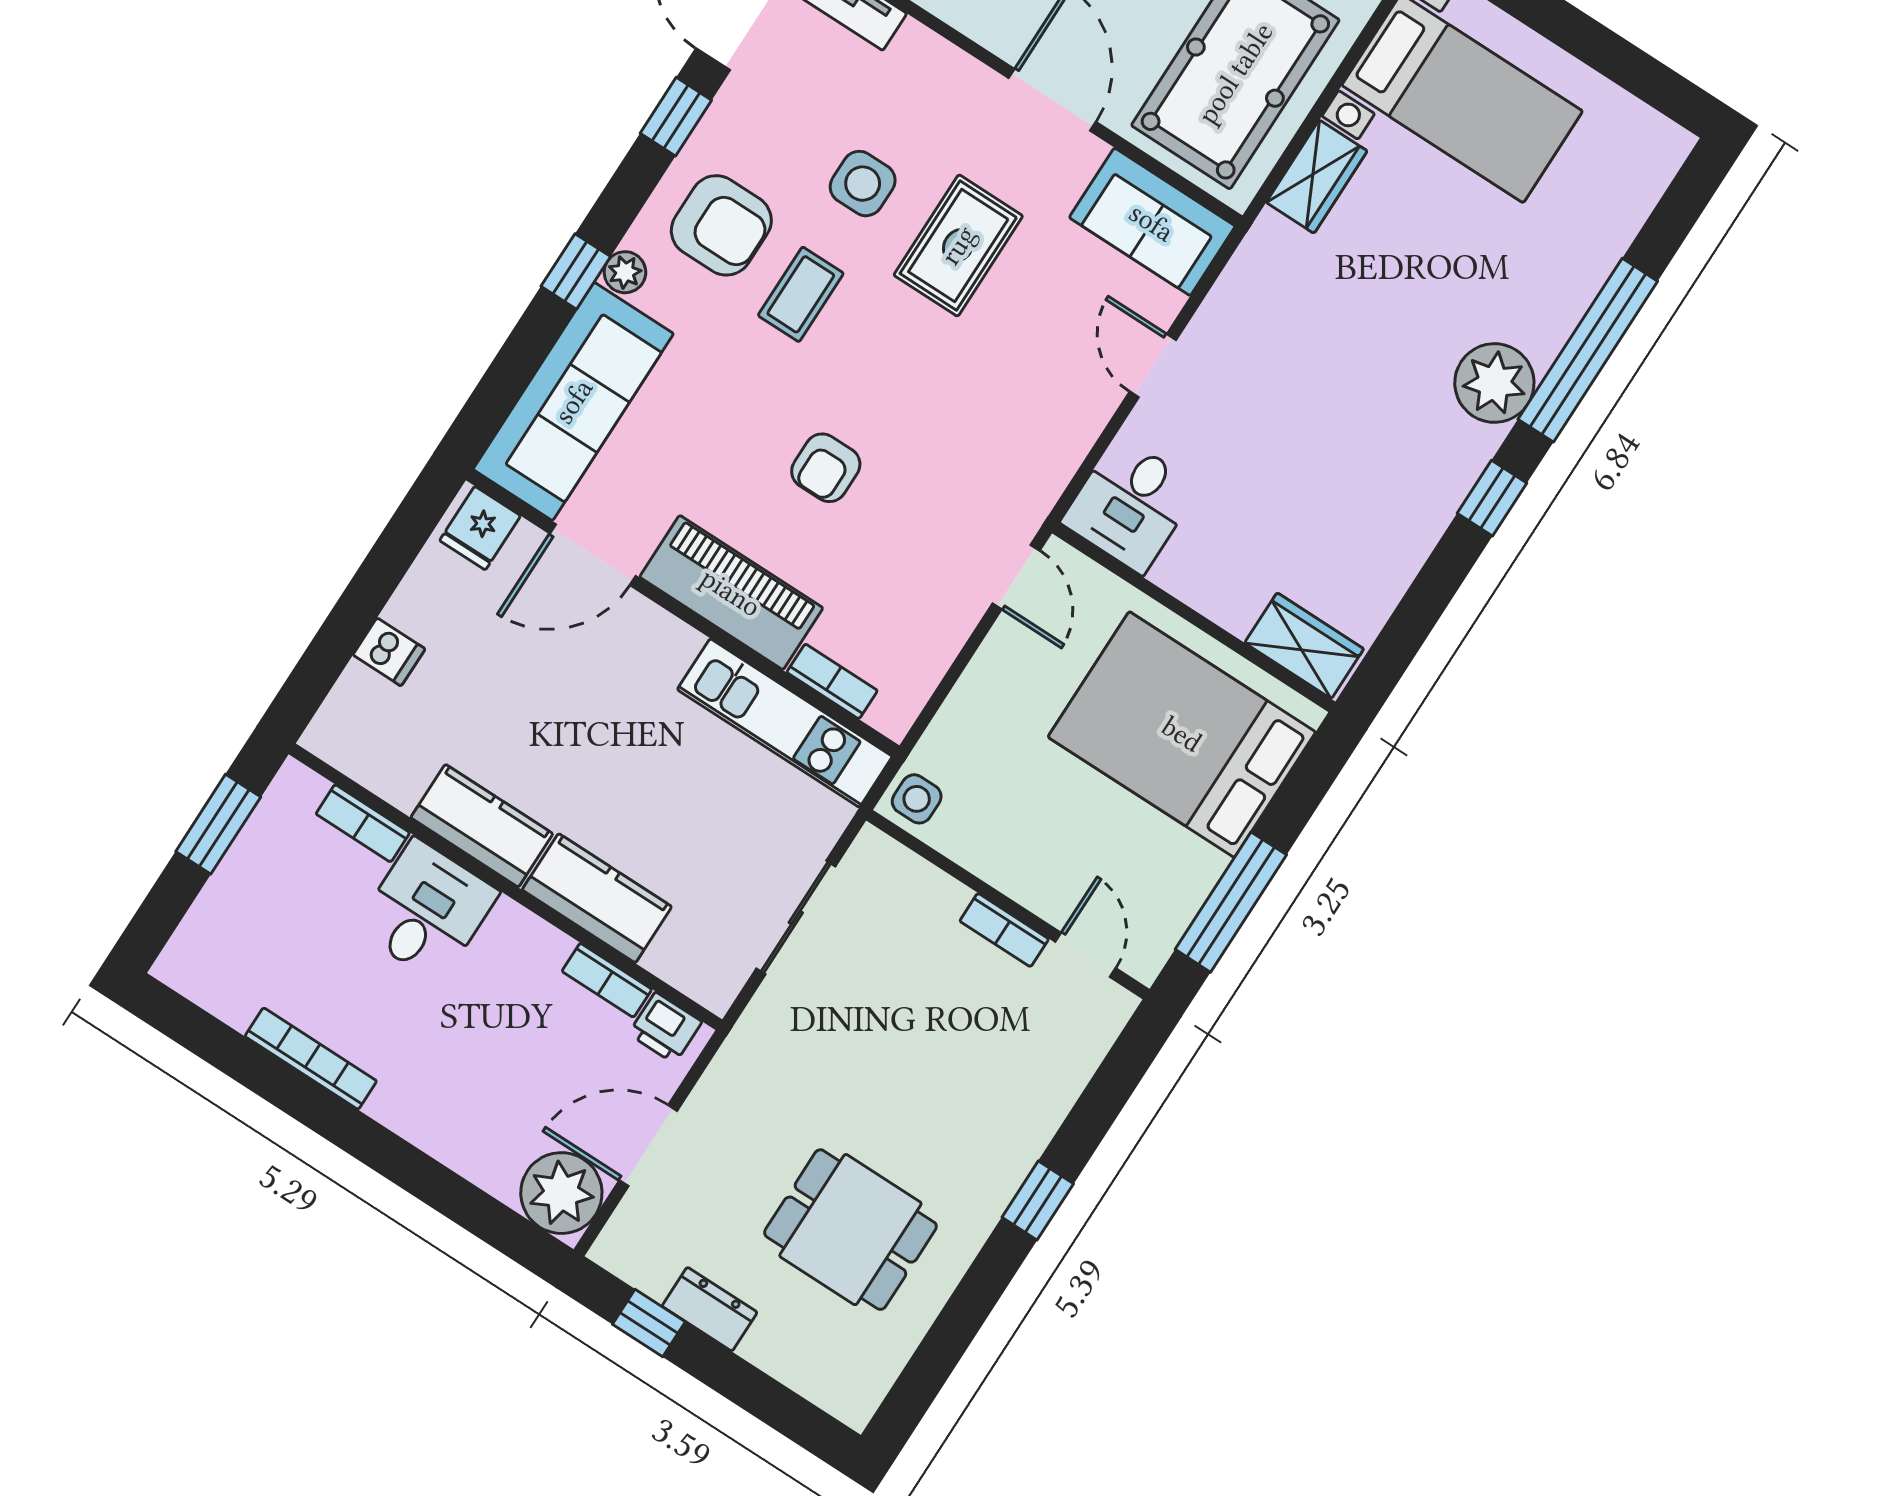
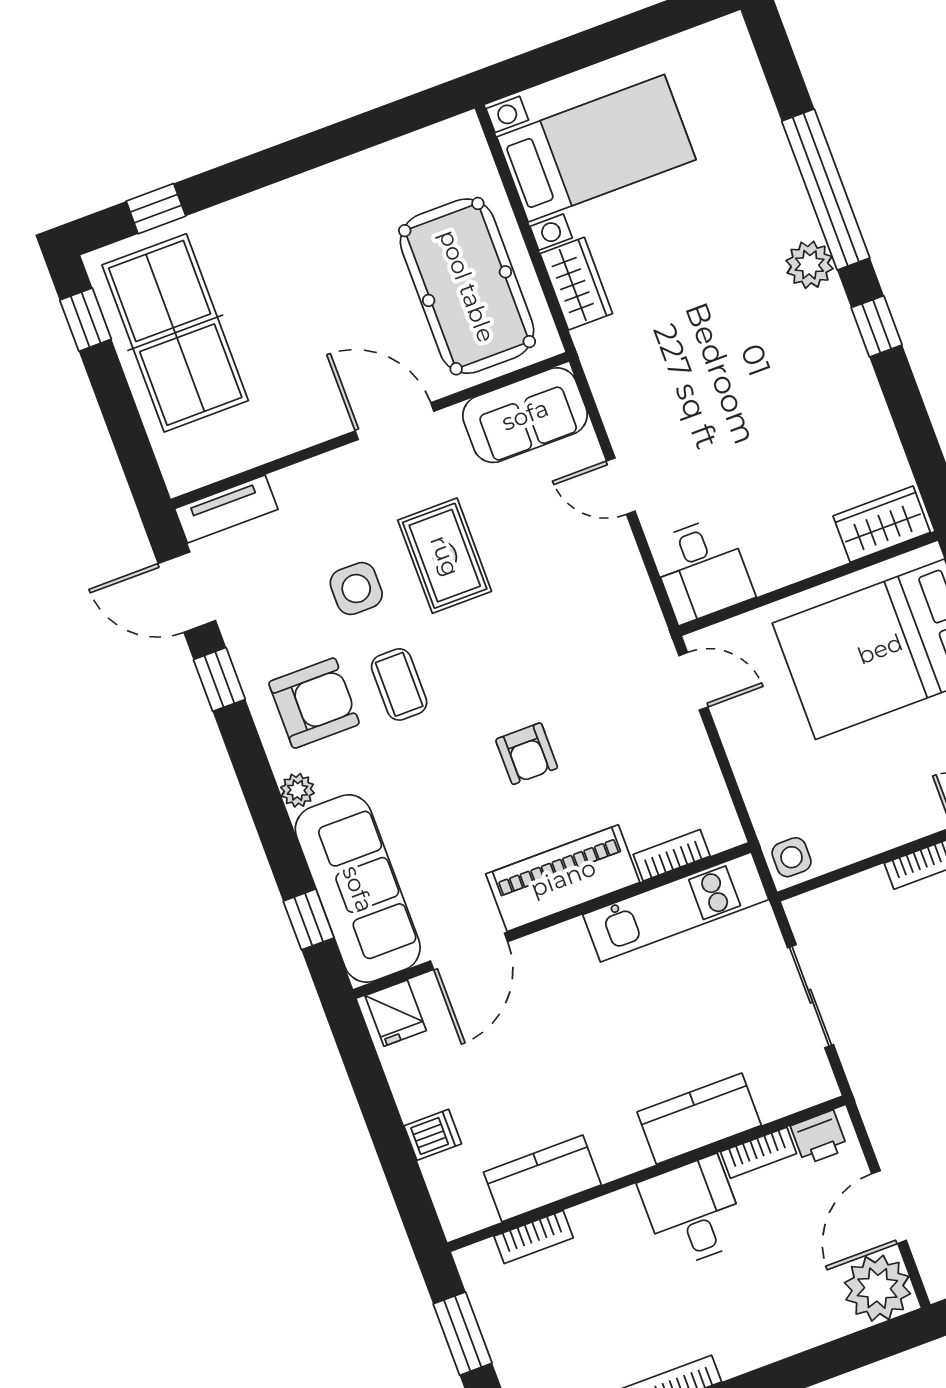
window: (576, 271) -> (309, 919), moved
plant: (1494, 383) -> (810, 265), width x0.73, depth x0.73
kitchen counter: (482, 826) -> (542, 1178), moved
desk: (427, 911) -> (693, 1212), moved

